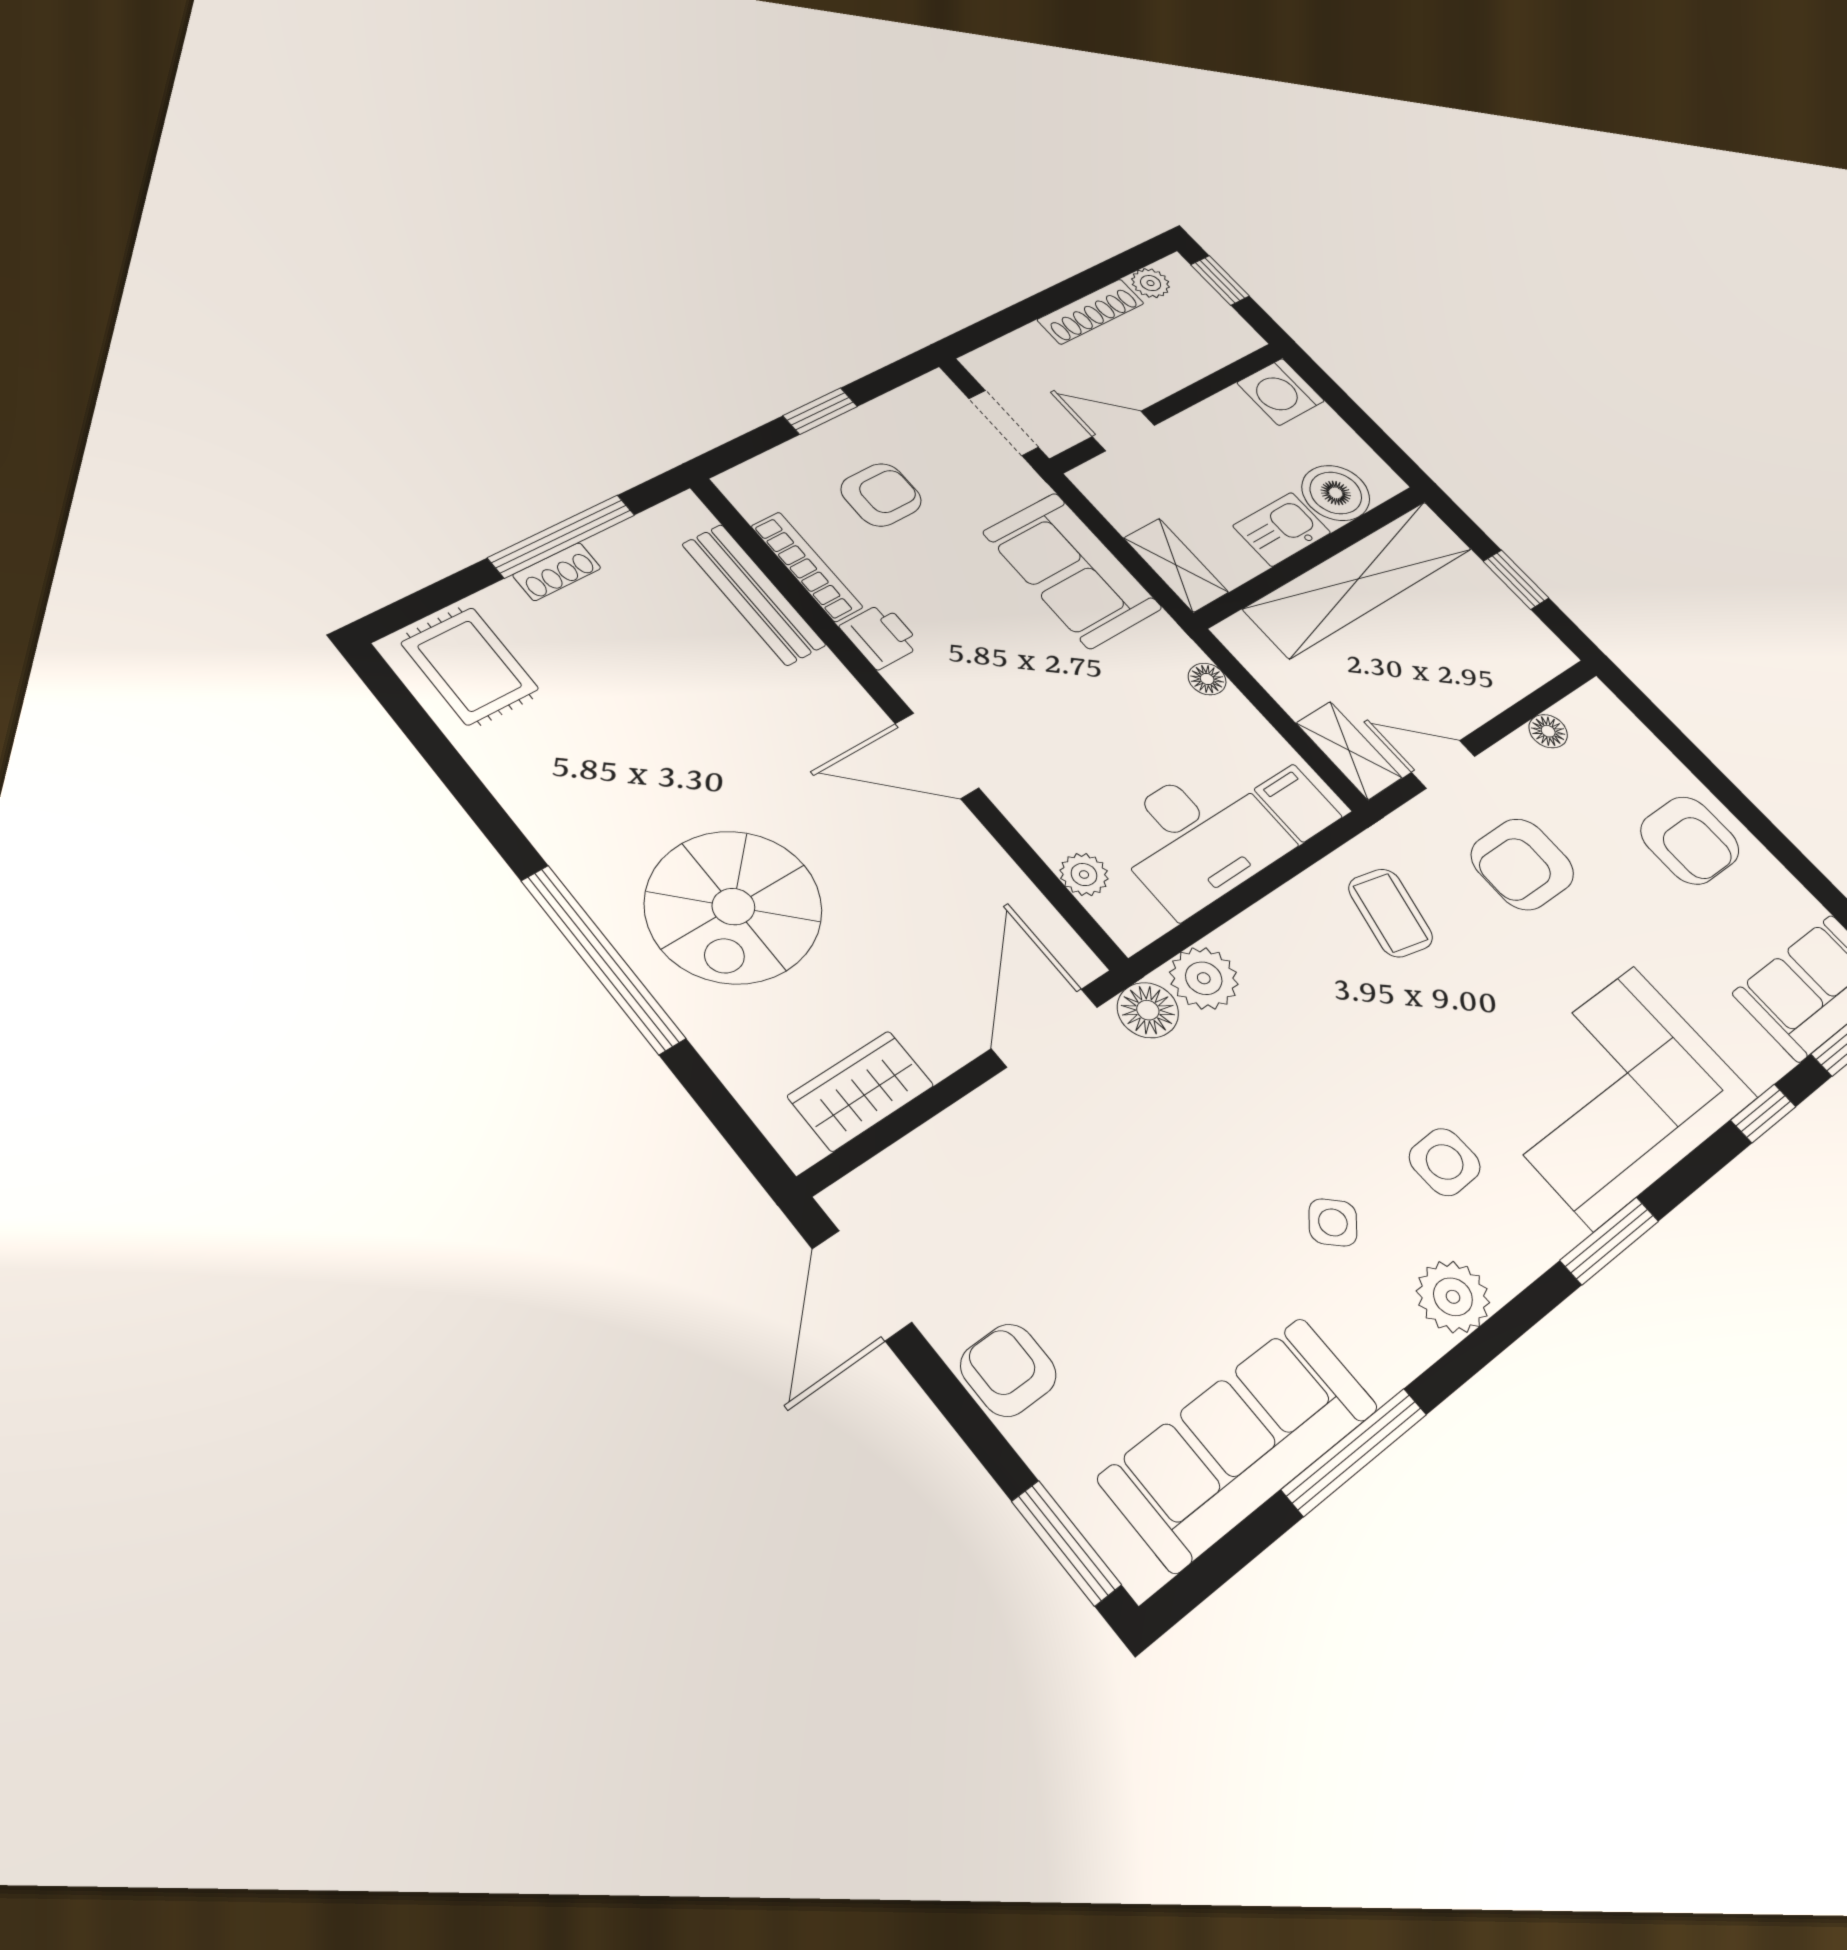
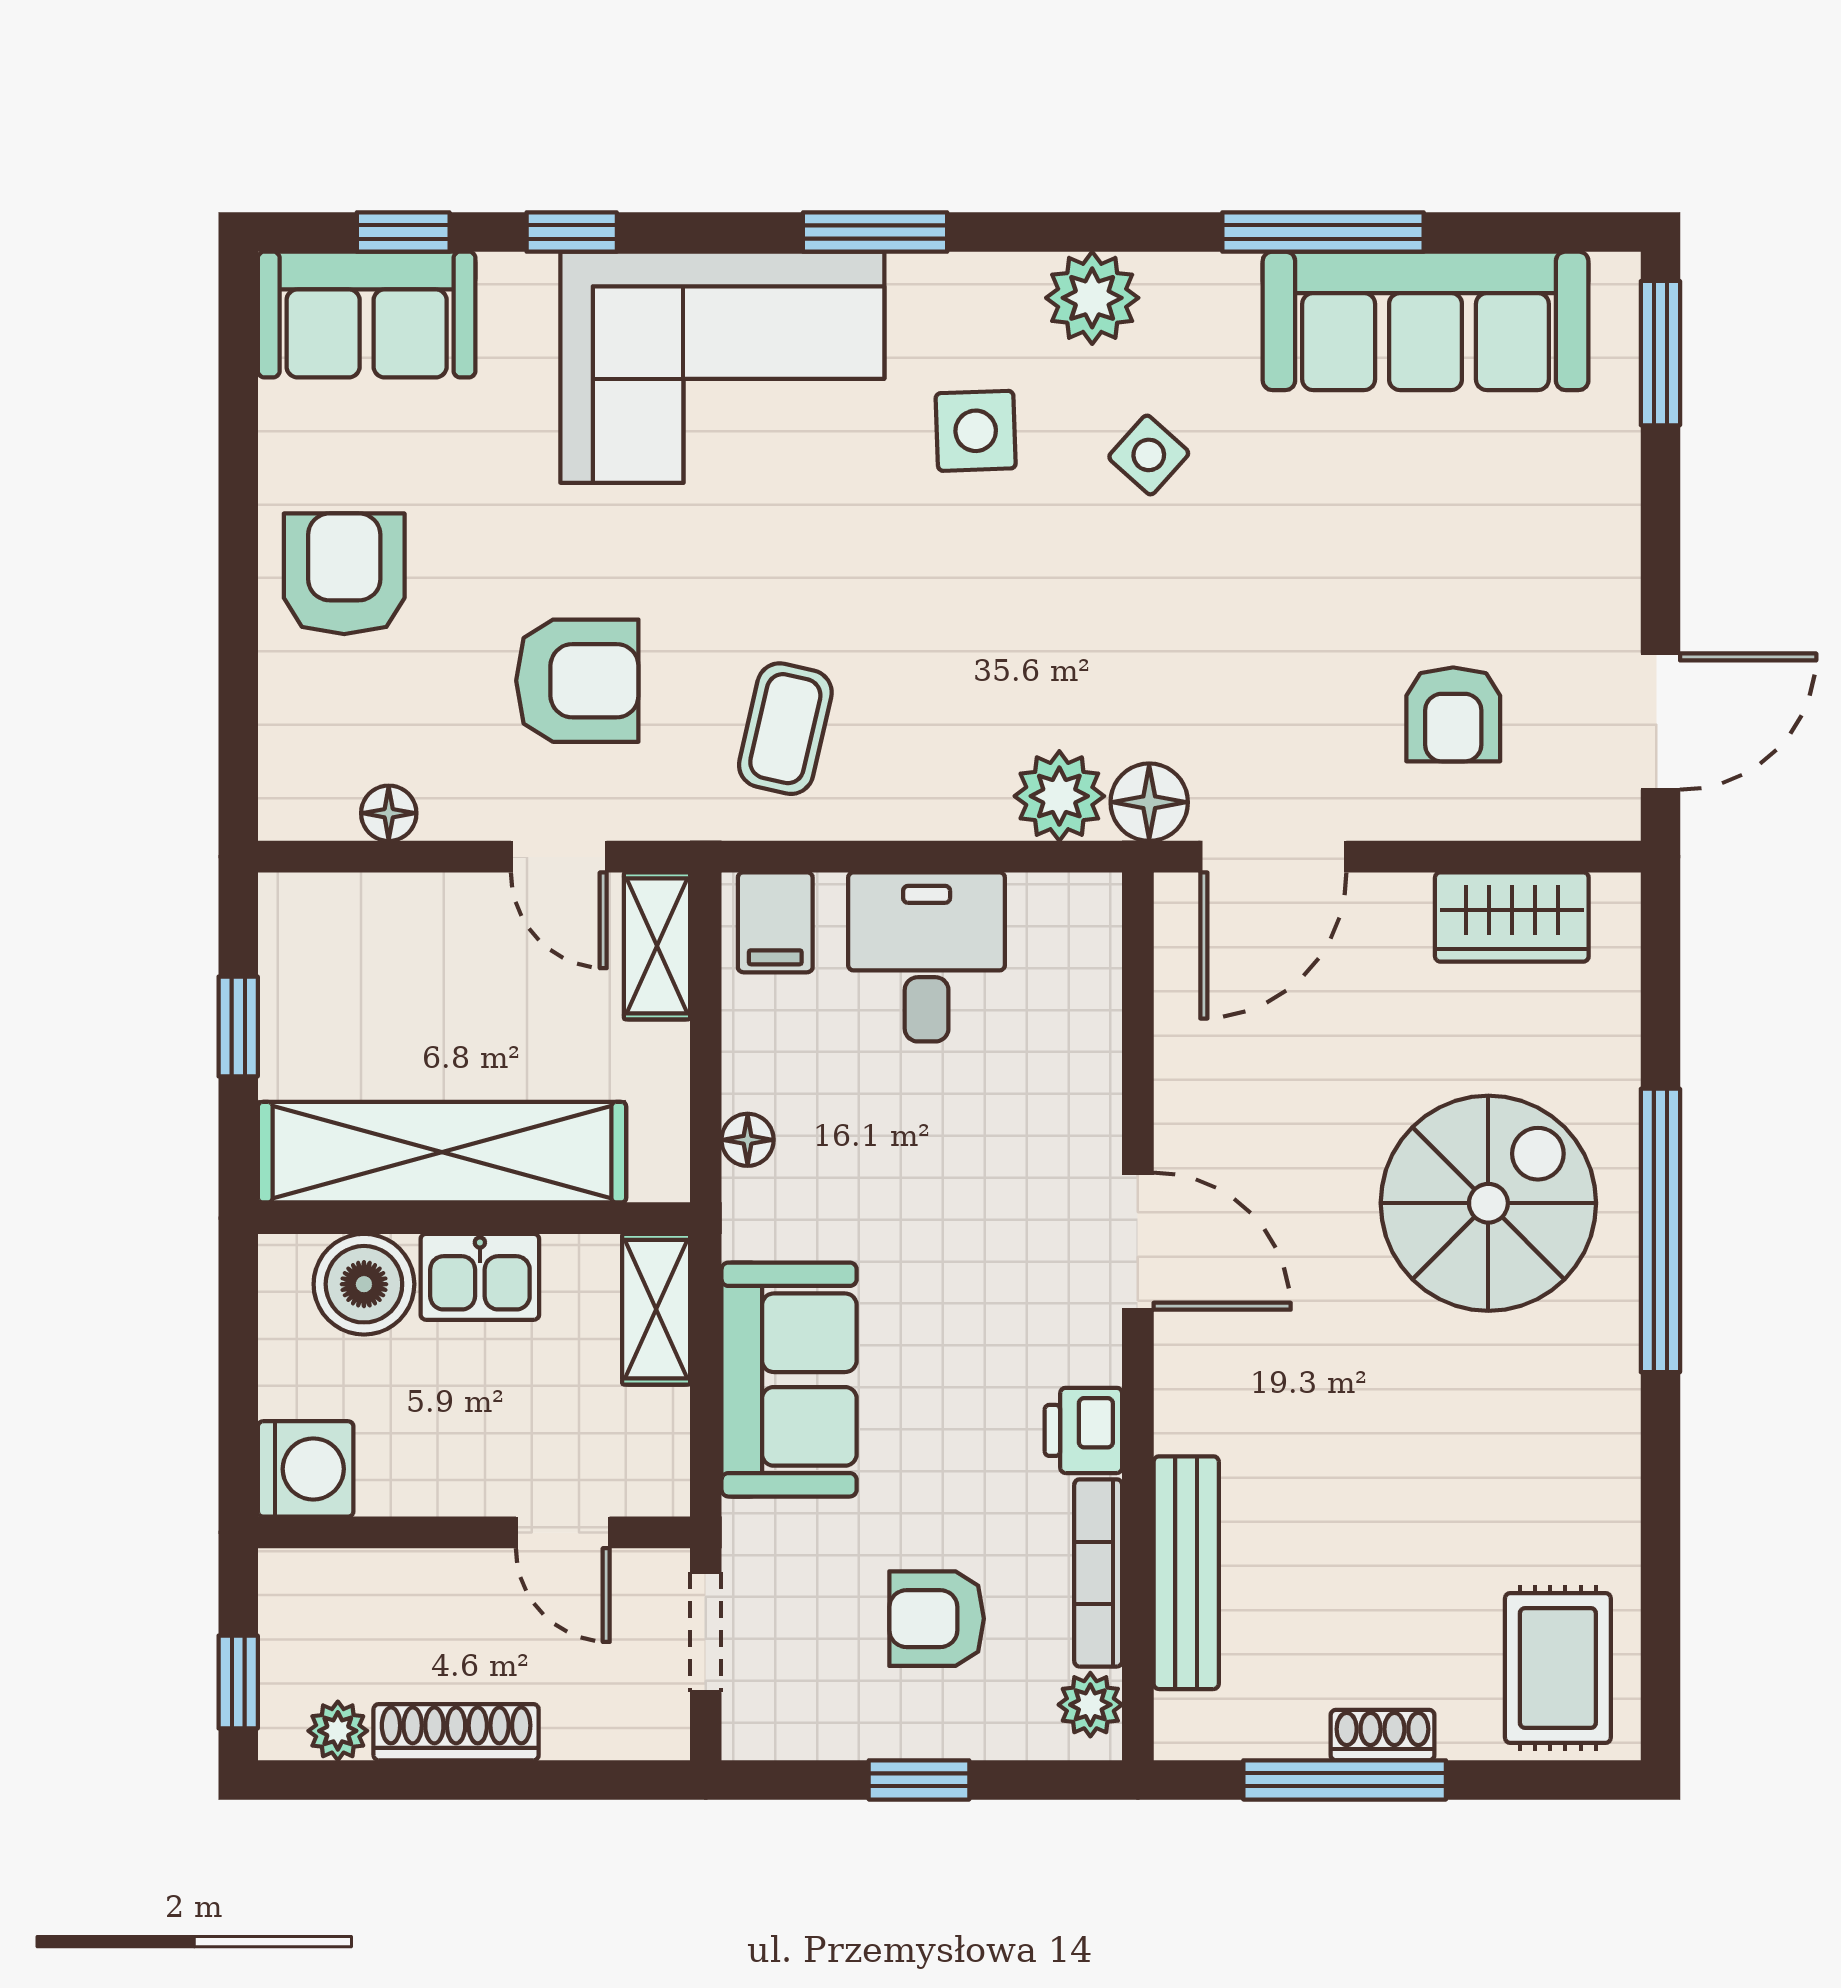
desk: (1198, 837) -> (927, 957), width x0.73
plant: (1084, 874) -> (1090, 1705), moved
armchair: (1008, 1370) -> (1453, 714), moved

